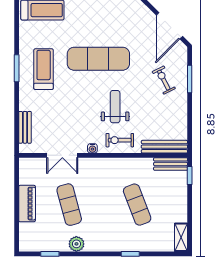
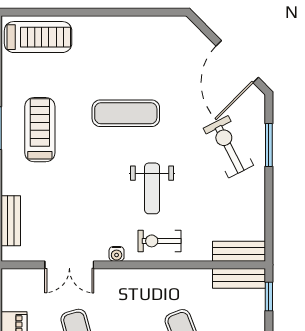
exercise mat: (98, 59) -> (126, 113), width x0.73, depth x0.69
exercise bike: (164, 80) -> (228, 147), width x1.38, depth x1.39
weight bench: (115, 107) -> (152, 188), turned 180
bench: (164, 147) -> (239, 251), width x0.73

